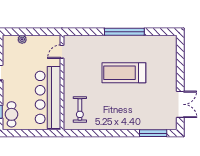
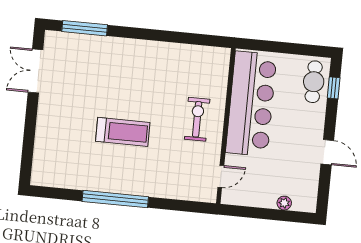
treadmill: (124, 73) -> (123, 132), width x0.73, depth x0.73
exercise bike: (80, 109) -> (197, 119), moved

